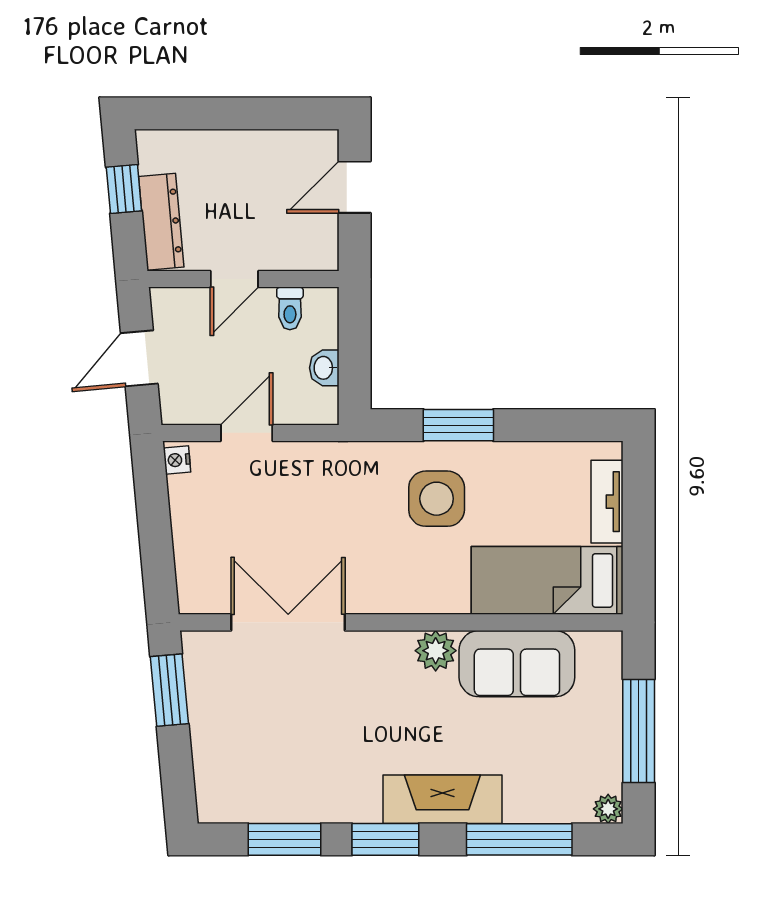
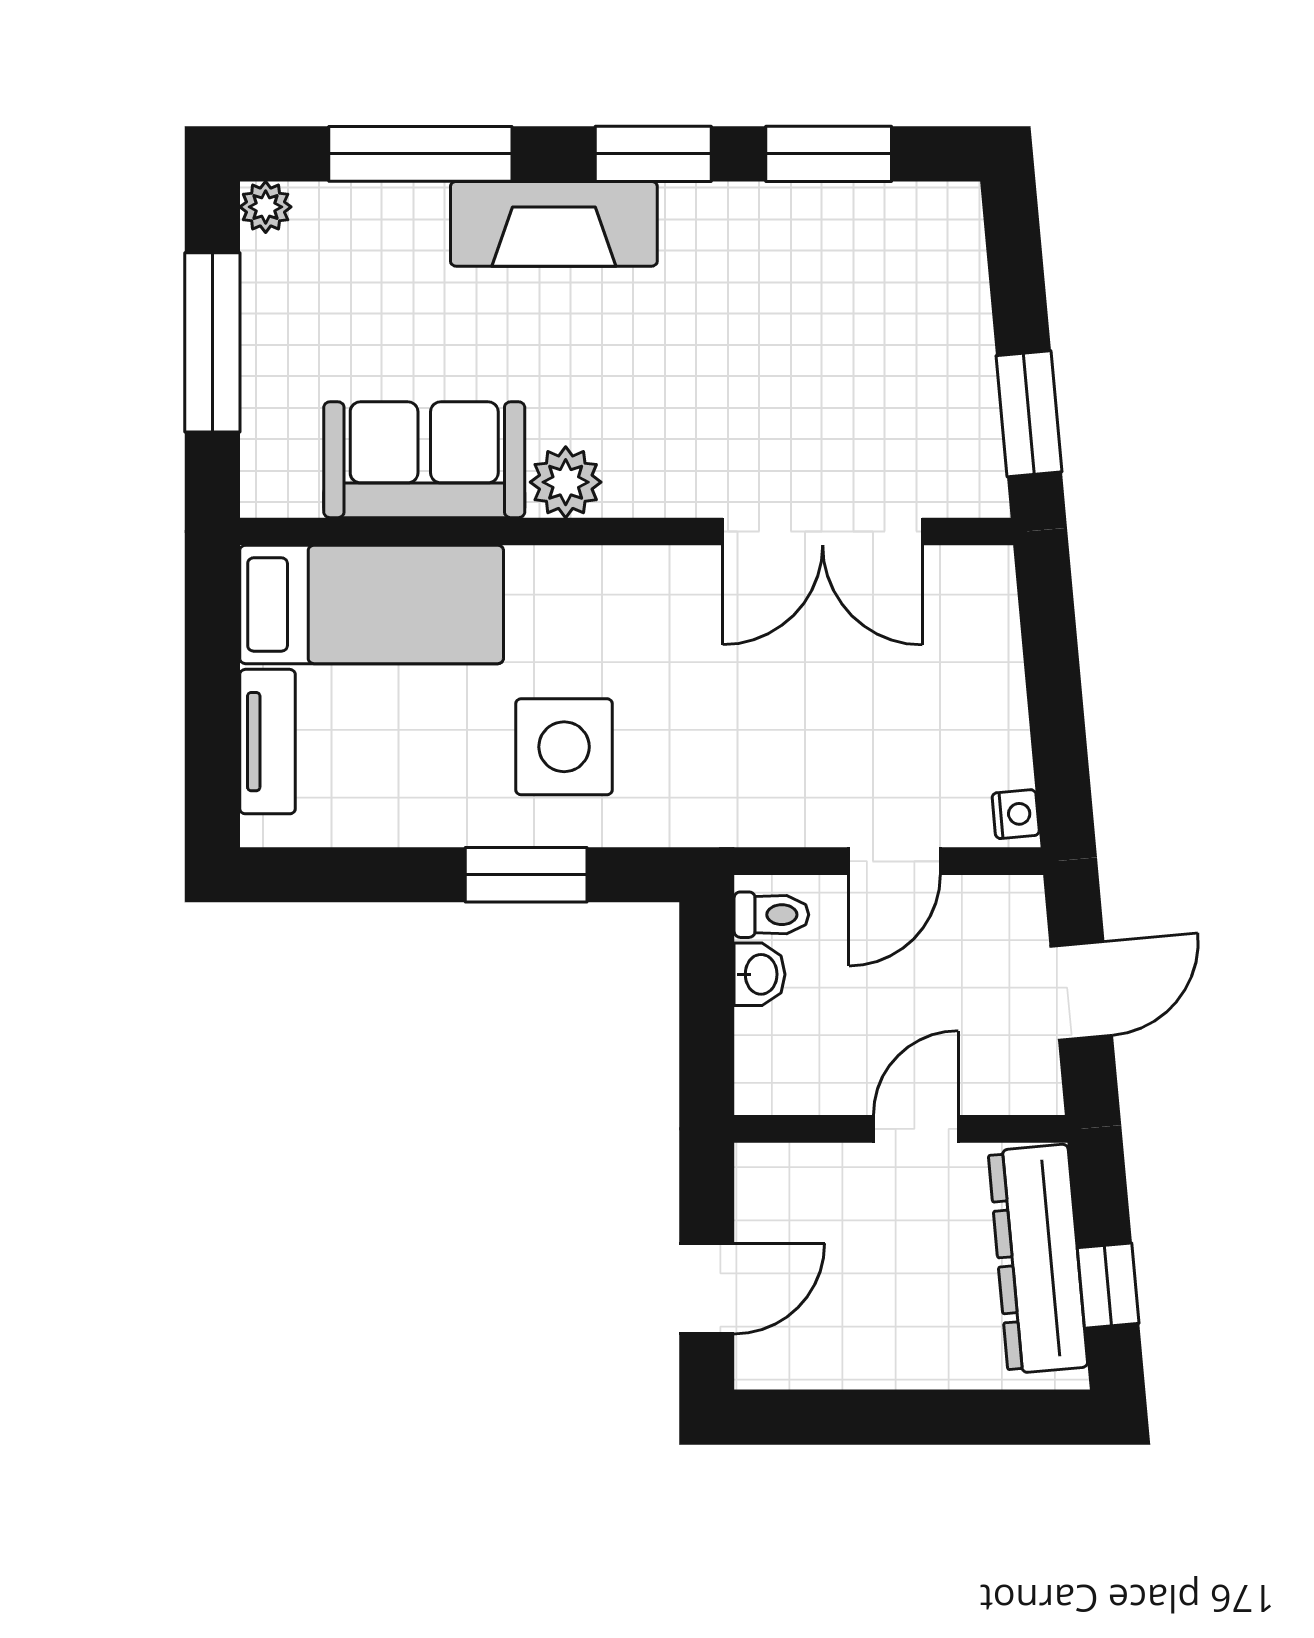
dresser: (161, 222) -> (1038, 1259), width x1.37, depth x1.24
toilet: (290, 308) -> (771, 915), moved, turned 90

